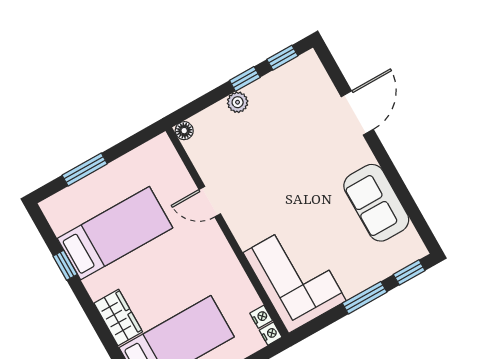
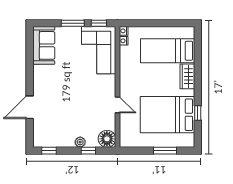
window: (245, 79) -> (88, 151), moved
floor lamp: (184, 131) -> (107, 139), width x1.89, depth x1.89
sofa: (376, 203) -> (44, 45), moved
bed: (115, 233) -> (168, 115), width x1.50
window: (409, 272) -> (99, 23), moved

